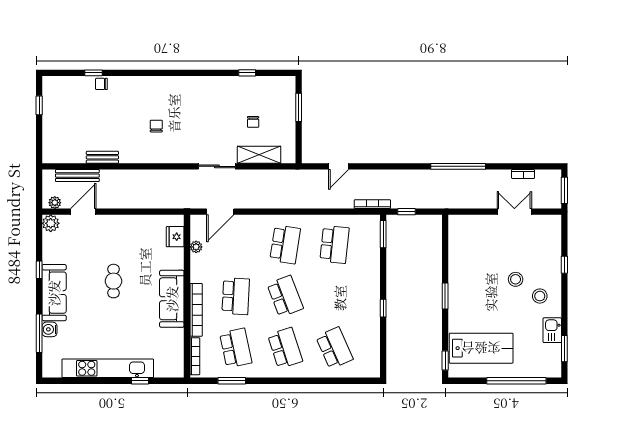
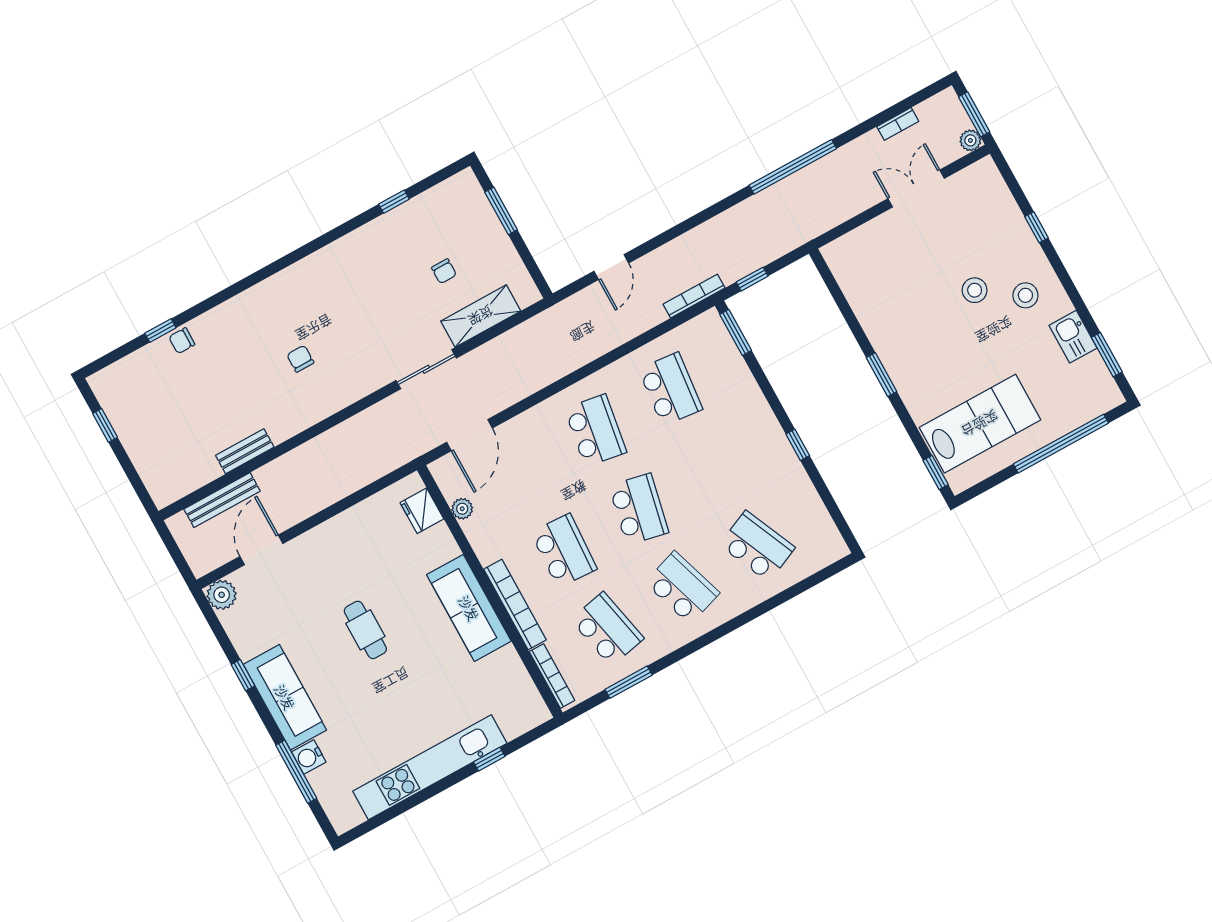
plant: (55, 203) -> (970, 140), moved
school desk: (285, 296) -> (639, 509), turned 33

